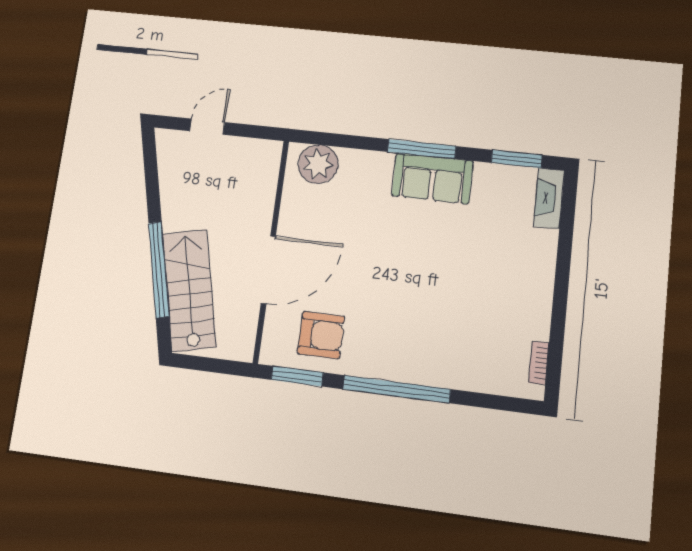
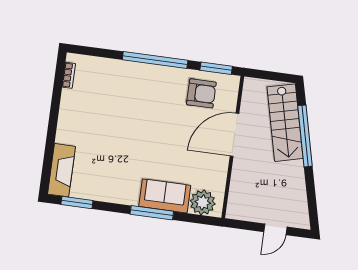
window: (422, 149) -> (152, 213), moved
sofa: (432, 178) -> (165, 196), moved
fireplace: (549, 198) -> (61, 170), width x1.37, depth x1.32
armchair: (321, 335) -> (201, 93), turned 180

